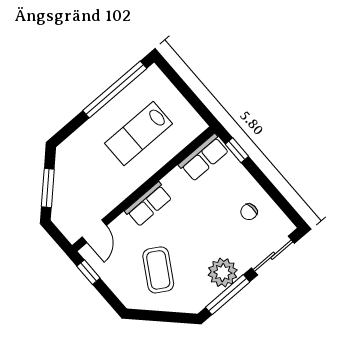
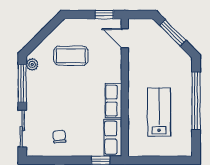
window: (115, 90) -> (196, 101), moved
row of seats: (148, 204) -> (113, 101), moved
coffee table: (158, 270) -> (71, 56), turned -31
plant: (223, 273) -> (32, 64), moved, width x0.53, depth x0.53

